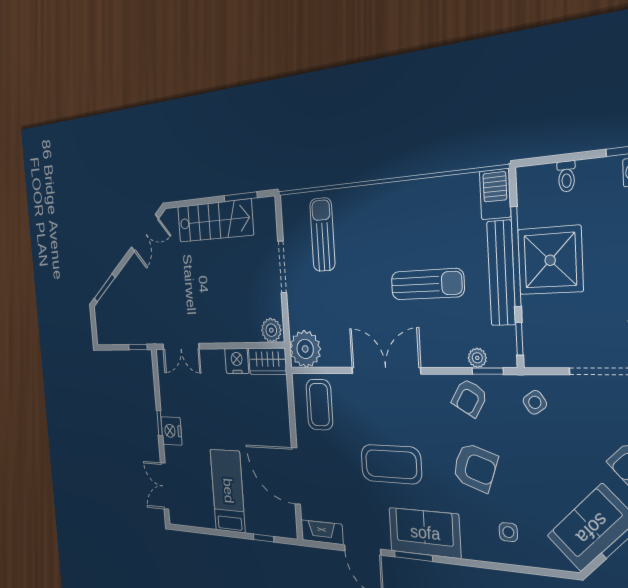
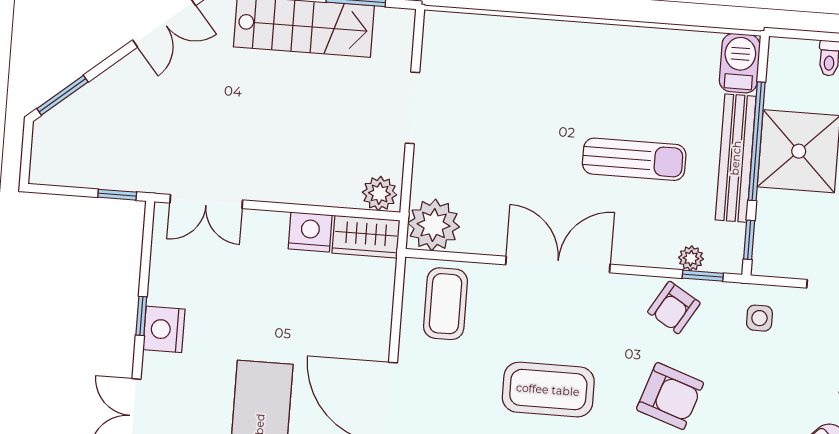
sun lounger: (322, 235) -> (485, 74), removed
side table: (535, 402) -> (759, 318), turned 34

